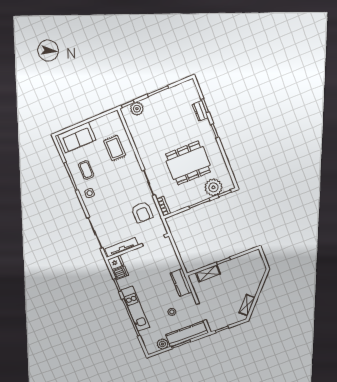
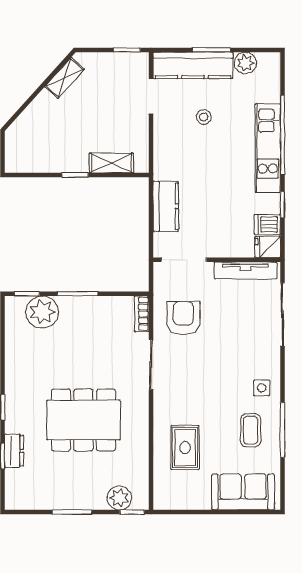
dining table: (188, 163) -> (83, 420), moved
kitchen counter: (181, 283) -> (166, 206), moved

